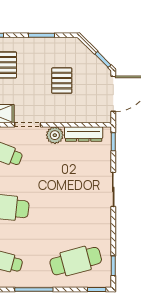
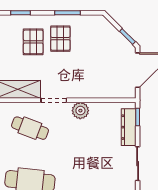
pallet: (62, 81) -> (60, 39), moved
dresser: (84, 134) -> (129, 127), moved, turned 90

